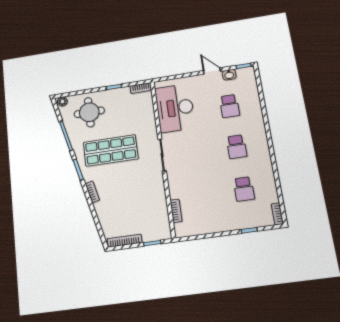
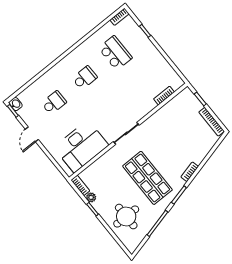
washbasin: (229, 75) -> (16, 104), moved
plant: (62, 101) -> (91, 197), moved
school desk: (244, 189) -> (115, 53), width x1.85

